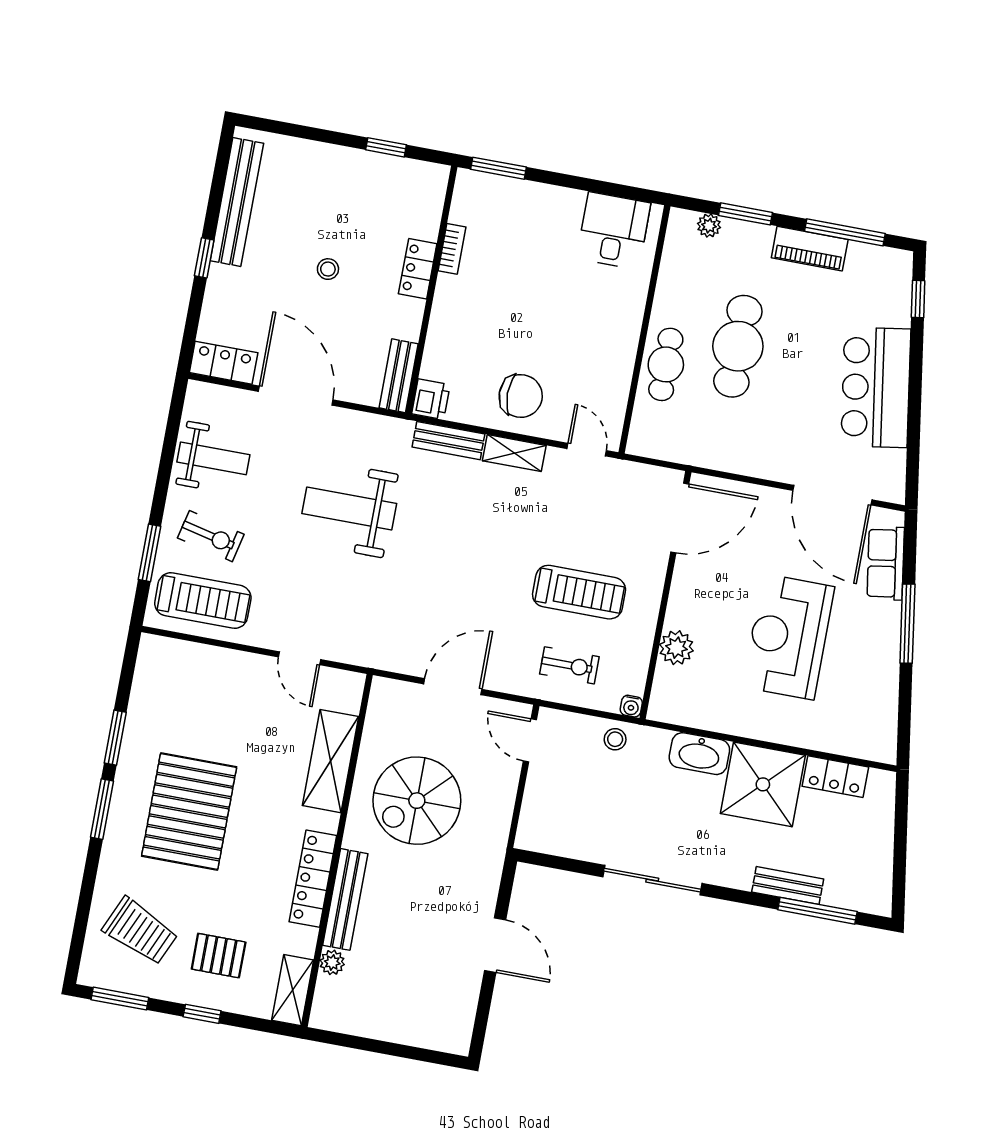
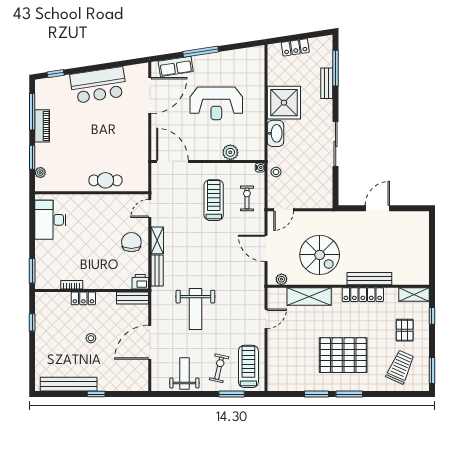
desk: (614, 231) -> (50, 220), width x1.37
cafe table: (738, 346) -> (91, 150), removed
locker: (224, 363) -> (141, 377), removed
locker: (835, 777) -> (295, 47), moved, turned 81
plant: (332, 962) -> (281, 279), moved
window: (202, 1014) -> (432, 316), moved

